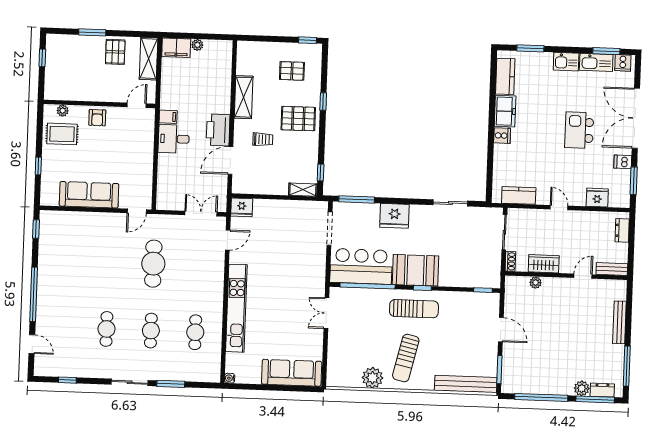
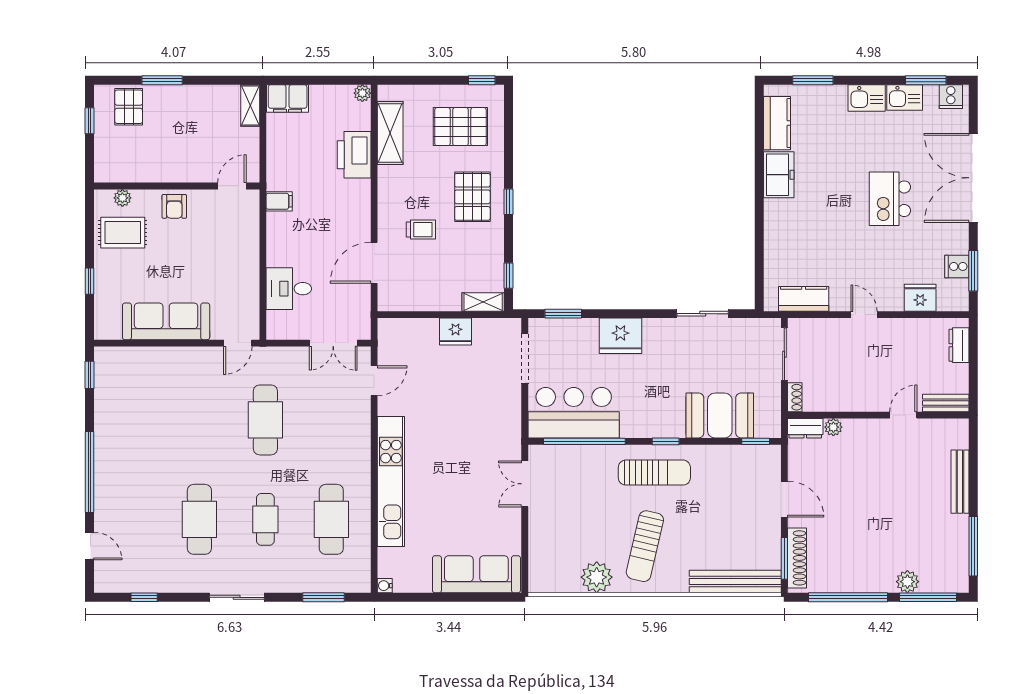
plant: (197, 45) -> (362, 93), moved
pallet: (115, 52) -> (129, 107), moved
shelving: (149, 59) -> (250, 105), width x0.67, depth x0.75
kitchen sink: (596, 62) -> (905, 97), width x0.73
pallet: (292, 71) -> (460, 127), width x1.50, depth x1.42
shelving: (244, 97) -> (390, 133), moved
window: (323, 102) -> (508, 202), moved
pallet: (298, 119) -> (472, 197), turned 90
printer: (218, 130) -> (354, 155), moved
cooker: (502, 136) -> (957, 266), moved, turned 180
desk: (174, 139) -> (289, 289), moved
dishwasher: (623, 162) -> (956, 243), removed
window: (357, 199) -> (563, 314), width x0.69
fridge: (242, 207) -> (456, 332), moved
double door: (201, 214) -> (333, 343), swing flipped
wardrobe: (544, 264) -> (844, 399), removed
booth: (416, 270) -> (720, 415), moved
cafe table: (106, 329) -> (199, 519), width x1.37, depth x1.35
cafe table: (195, 332) -> (331, 519), width x1.37, depth x1.35
shoe rack: (508, 370) -> (797, 558), added
window: (171, 384) -> (324, 597), moved
dresser: (602, 390) -> (805, 428), moved, turned 180

